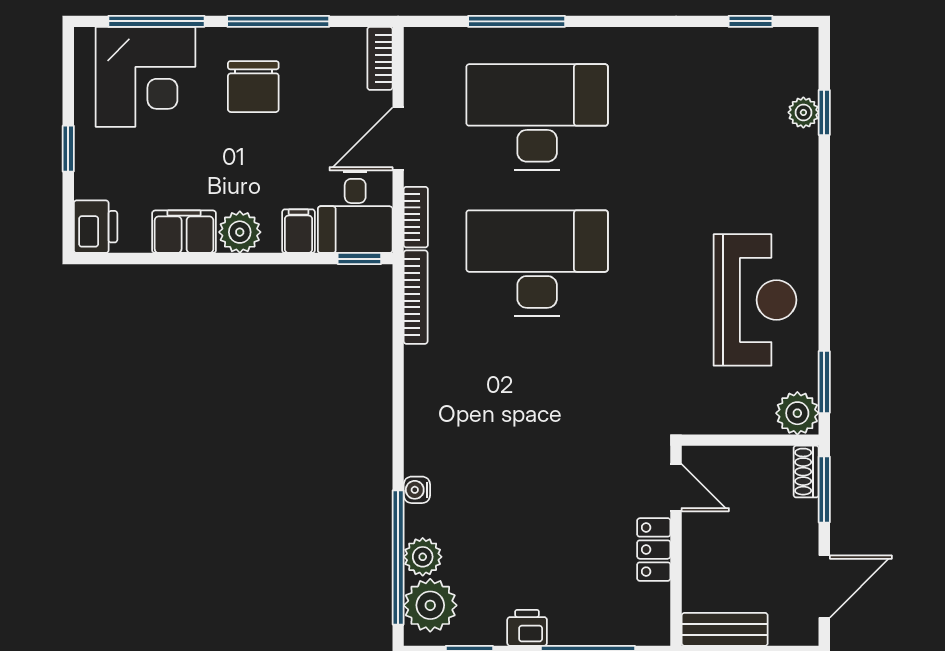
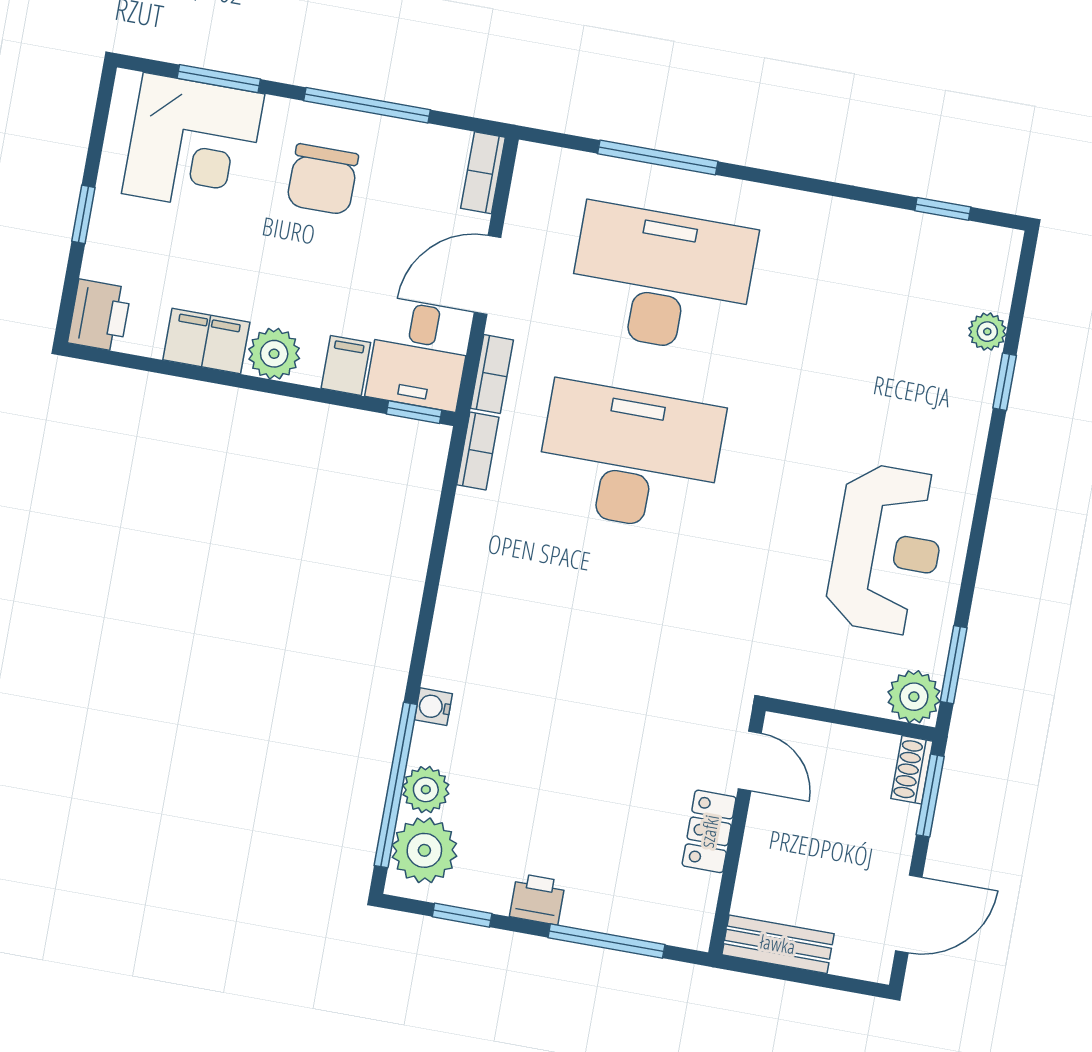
window: (156, 21) -> (219, 79), width x0.69
window: (824, 113) -> (1005, 382), moved
bookcase: (416, 297) -> (478, 451), width x0.64

